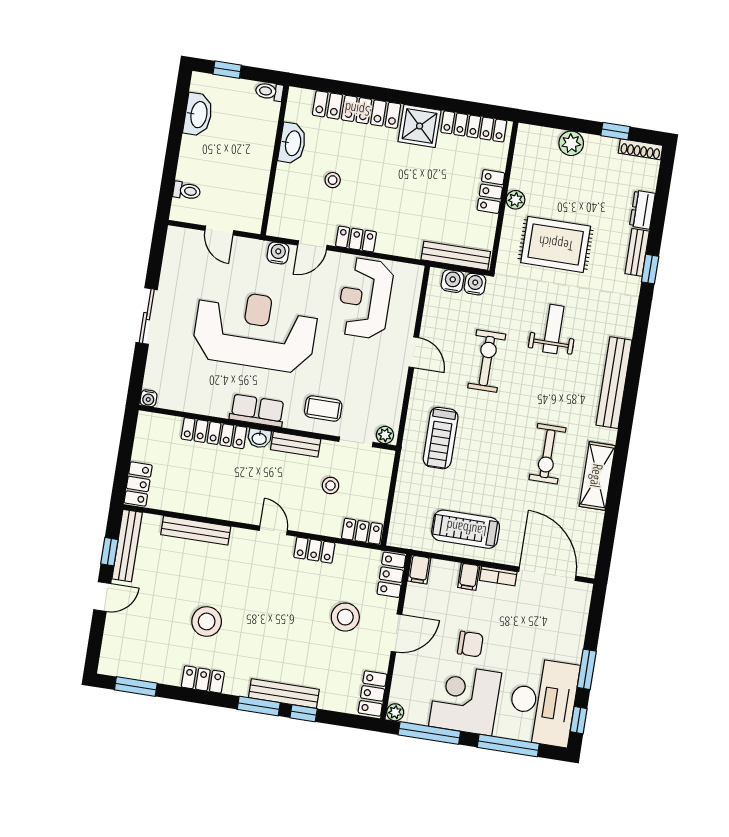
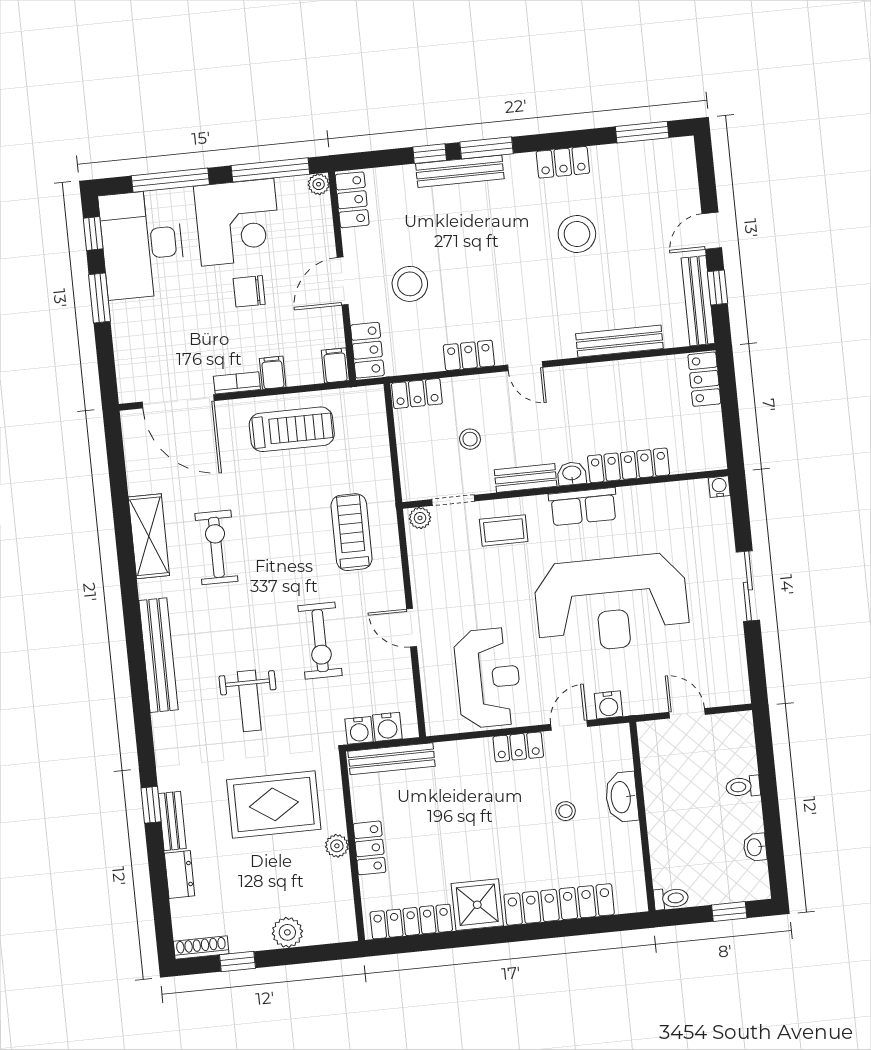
washbasin: (198, 114) -> (755, 847), width x0.52, depth x0.69
washbasin: (292, 143) -> (622, 797), moved
toilet: (187, 191) -> (743, 787), moved

